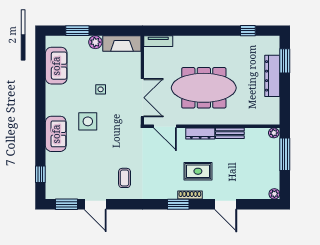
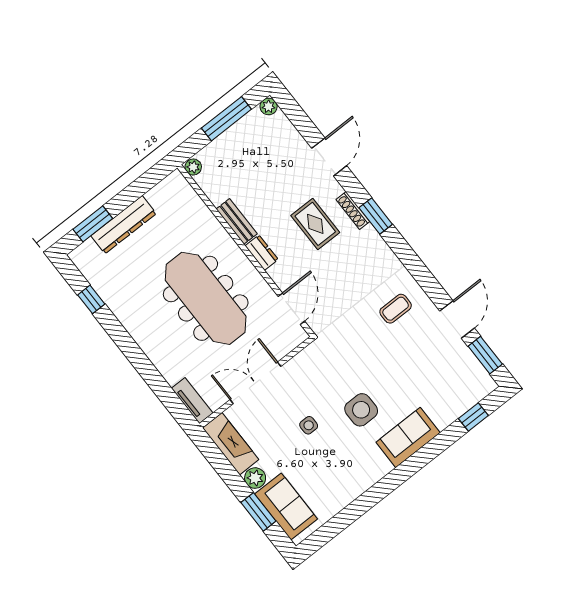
sofa: (56, 66) -> (286, 506), moved, turned 90
double door: (142, 98) -> (255, 383), moved
dresser: (200, 133) -> (262, 253), width x0.70
window: (285, 154) -> (226, 119), moved

